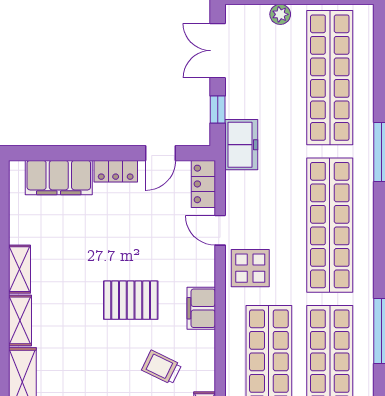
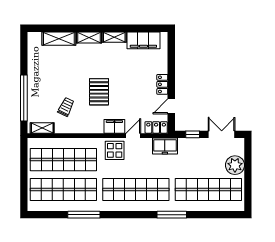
plant: (280, 14) -> (235, 165), width x1.87, depth x1.87
freezer: (241, 145) -> (165, 146), moved
door: (160, 153) -> (171, 106), hinge flipped
filing cabinet: (59, 178) -> (143, 40), moved, turned -90
filing cabinet: (201, 308) -> (114, 126), moved

